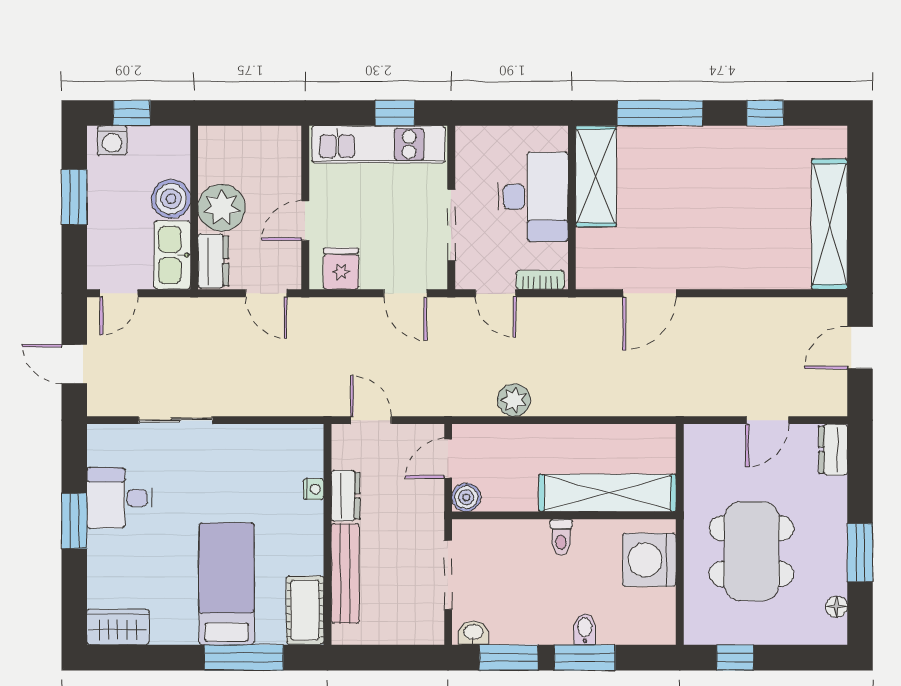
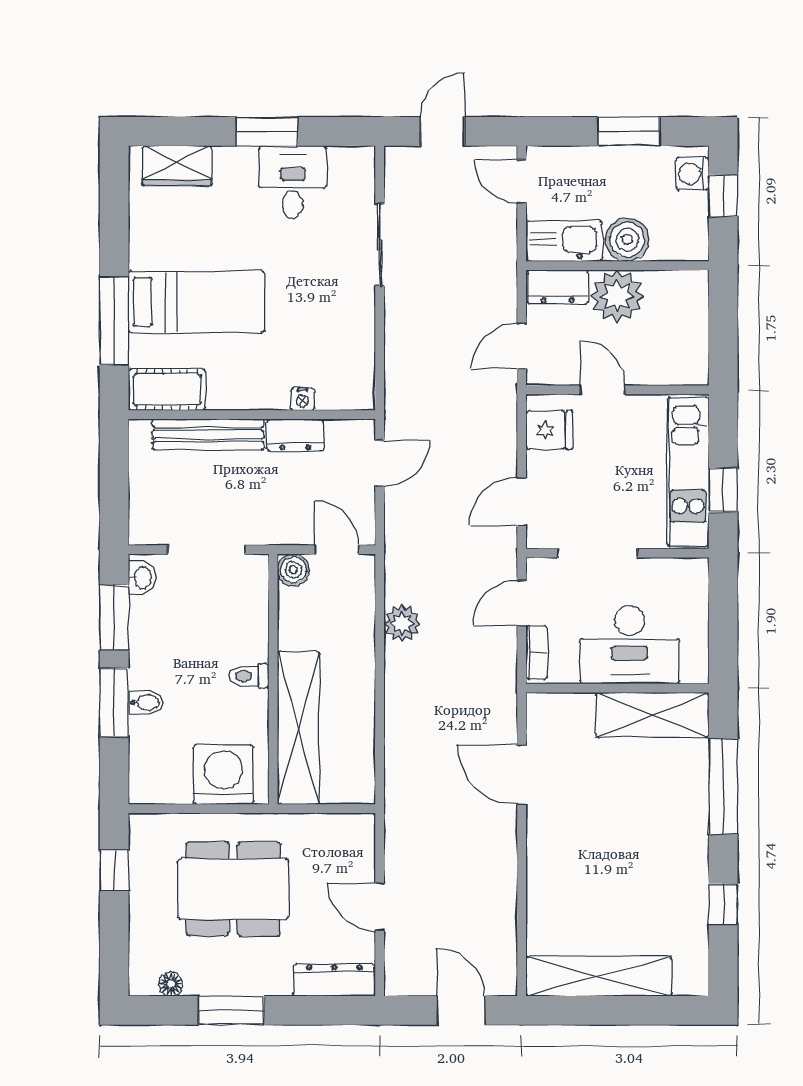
dresser: (833, 450) -> (334, 980), width x1.44
wardrobe: (118, 627) -> (177, 166), moved, turned 90

